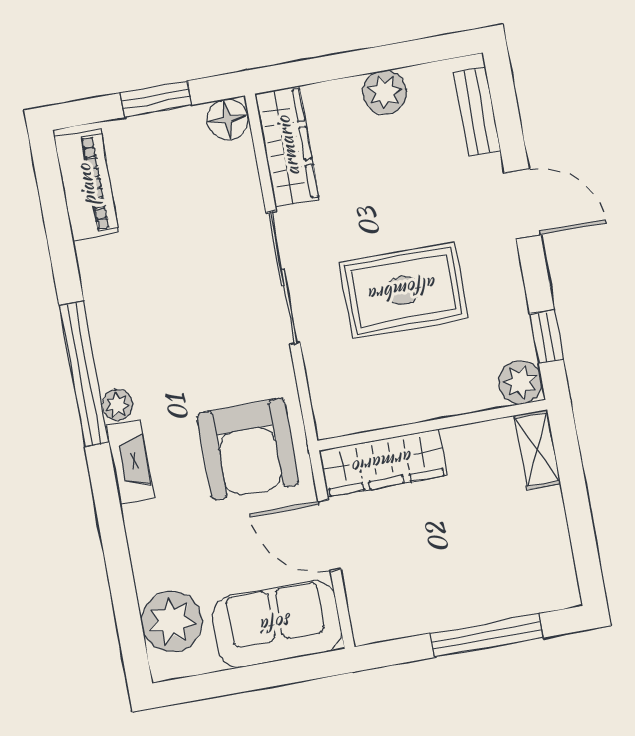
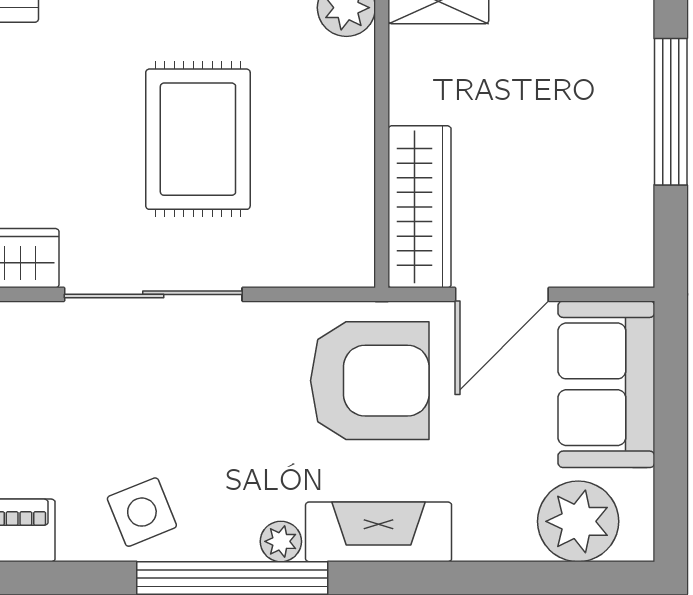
side table: (121, 298) -> (142, 512), added
fireplace: (130, 462) -> (379, 532), width x1.37, depth x1.32

